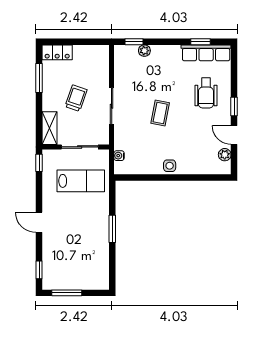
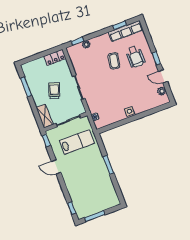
locker: (57, 52) -> (55, 57), moved
coffee table: (160, 113) -> (114, 61), moved
door: (39, 222) -> (56, 167), moved

